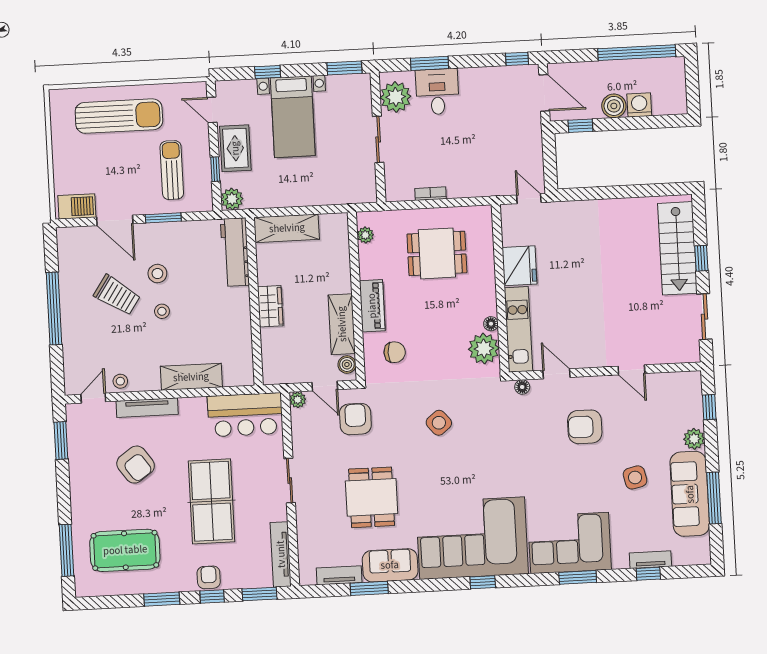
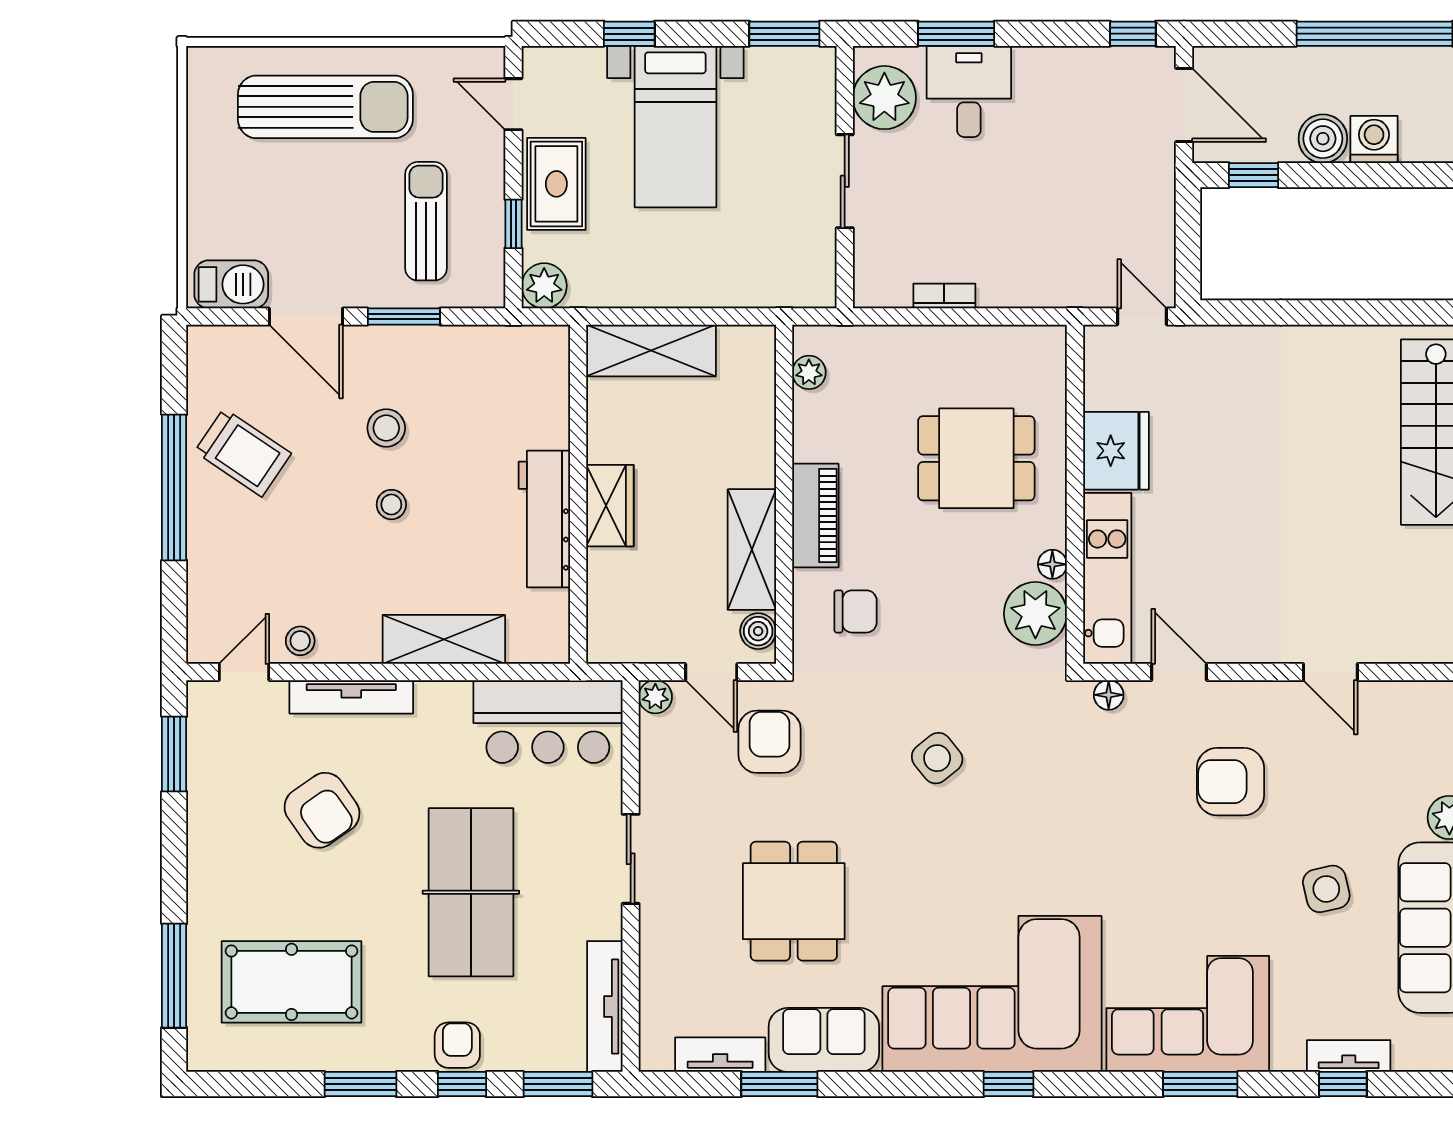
workbench: (235, 252) -> (544, 519), moved
dining table: (437, 253) -> (976, 458), moved
trolley: (117, 295) -> (243, 453), moved

